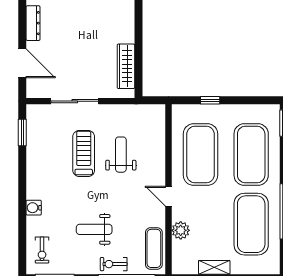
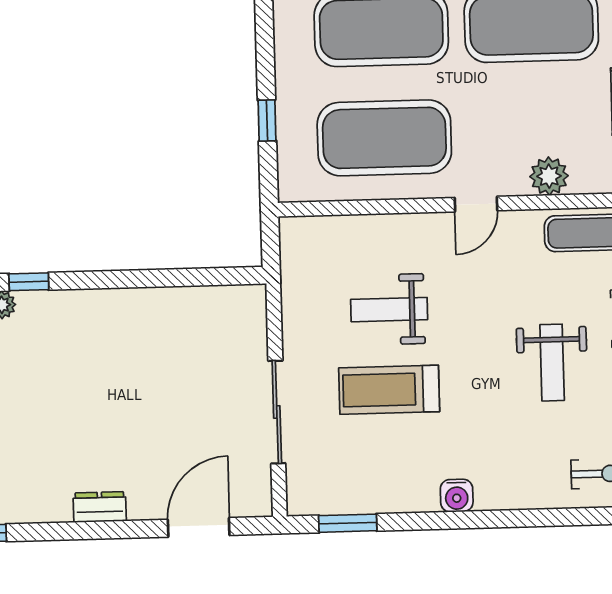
dresser: (33, 23) -> (100, 507), width x0.70
wardrobe: (126, 66) -> (199, 304), removed
water cooler: (34, 208) -> (457, 496), moved

